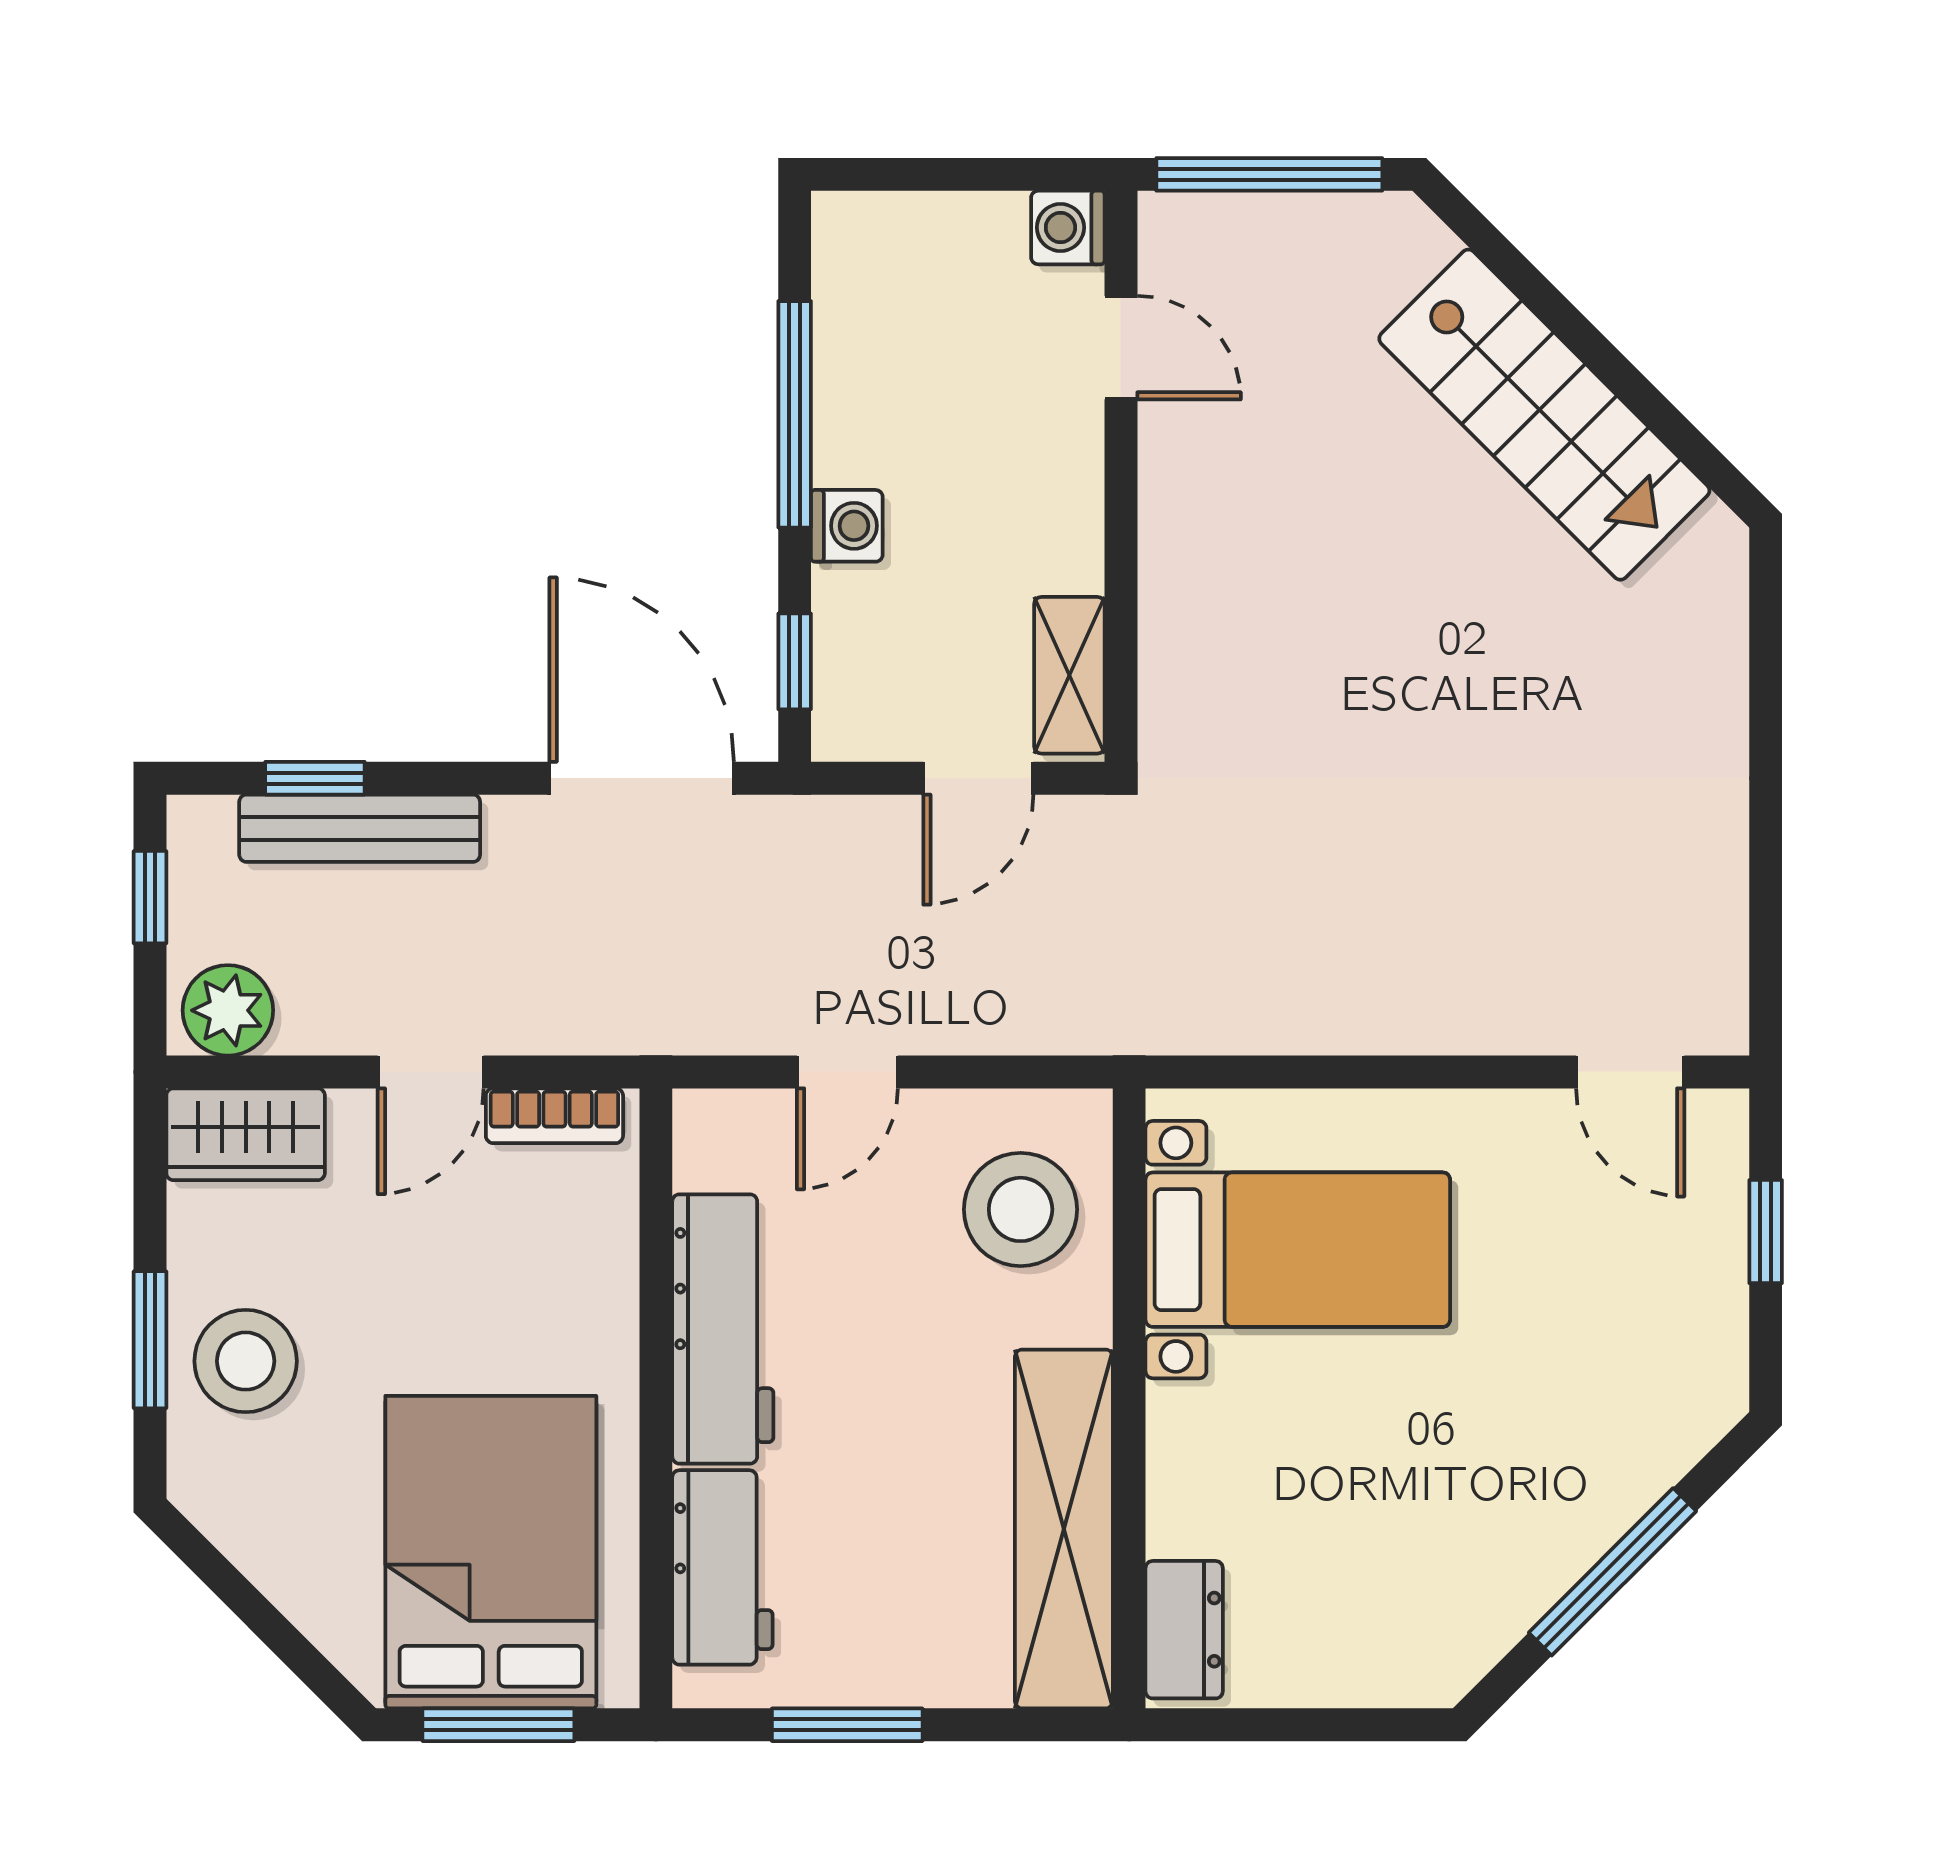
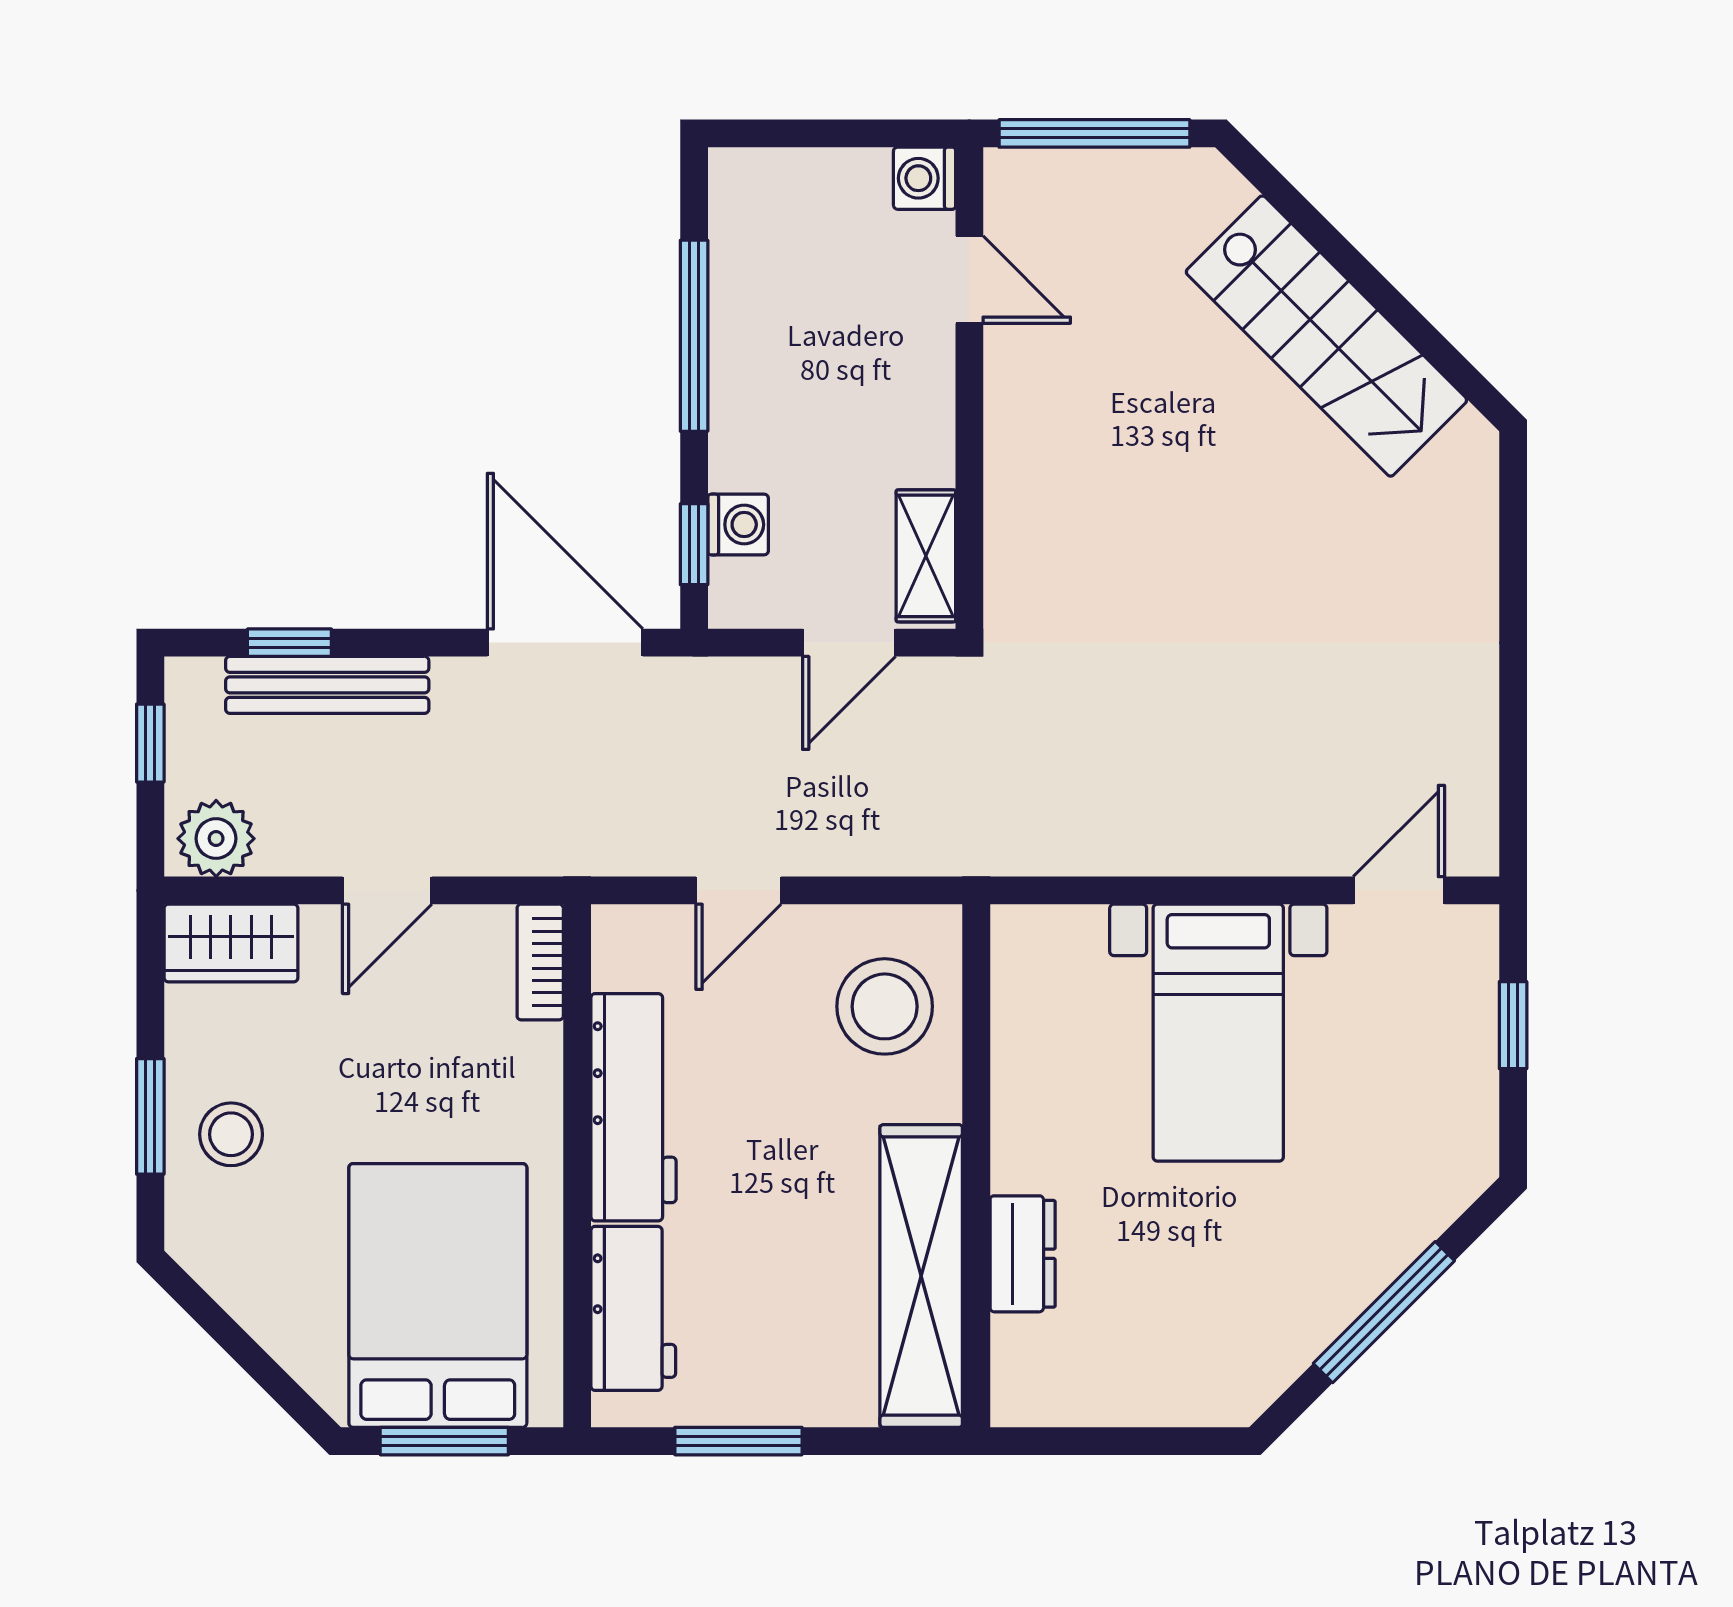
washing machine: (847, 526) -> (738, 525), moved
door: (1630, 1072) -> (1399, 890), swing flipped
bookcase: (554, 1116) -> (540, 962), moved, turned 90
bed with nightstands: (1298, 1250) -> (1218, 1033), moved, turned 90
stool: (246, 1361) -> (231, 1134), width x0.73, depth x0.73
dresser: (1184, 1630) -> (1023, 1254), moved

